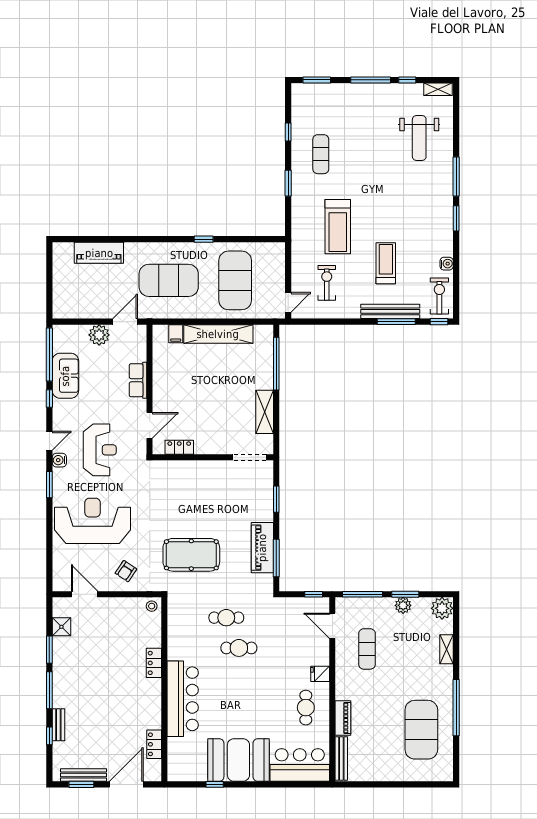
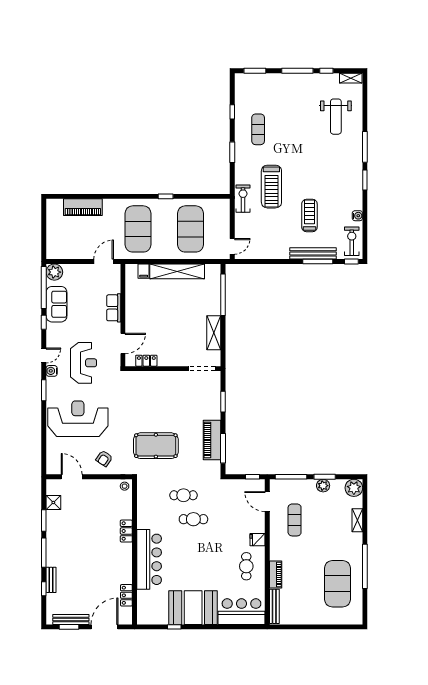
exercise mat: (169, 280) -> (138, 229), turned 90
exercise bike: (327, 283) -> (243, 199), moved
plant: (99, 335) -> (54, 272), moved

